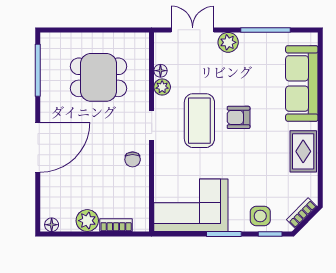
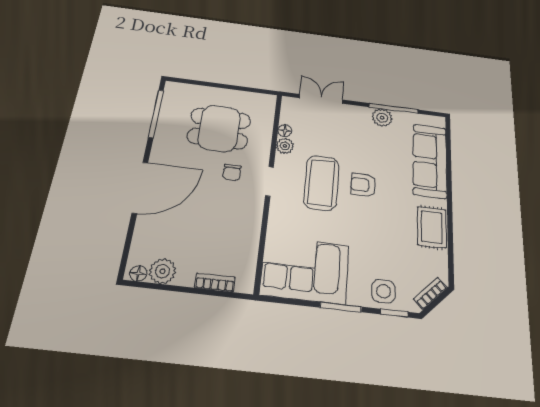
plant: (228, 42) -> (382, 118), moved
chair: (133, 159) -> (232, 172), moved
plant: (87, 221) -> (163, 271), moved

